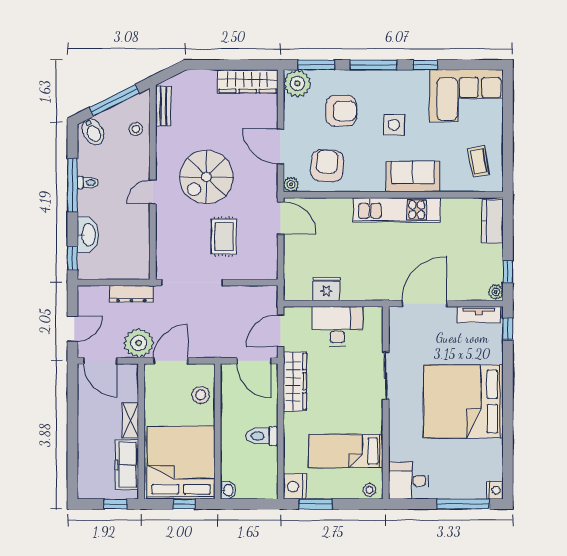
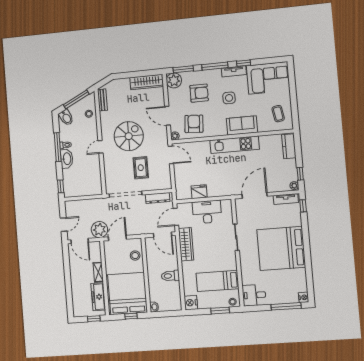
tv unit: (407, 78) -> (234, 71), added
spiral stairs: (206, 177) -> (129, 136), turned 180
washbasin: (88, 235) -> (67, 159), moved
dresser: (131, 294) -> (158, 198), moved
window: (315, 504) -> (220, 311), moved

